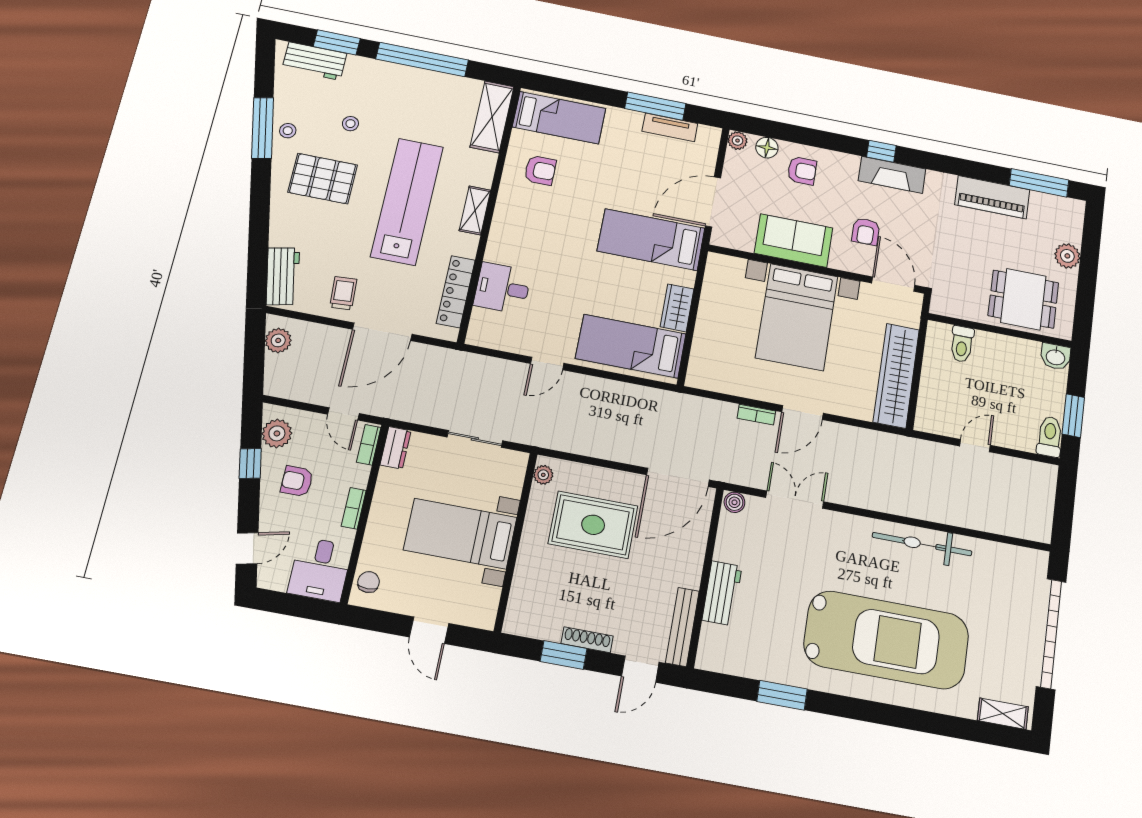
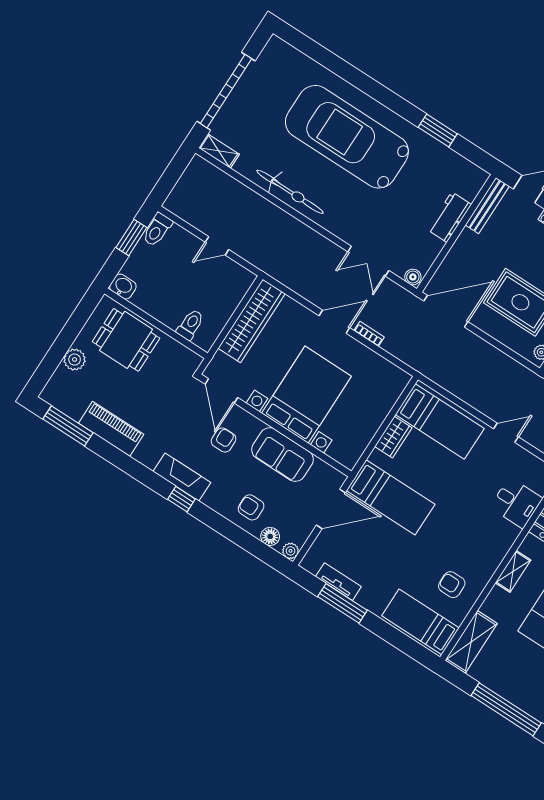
shelving: (1003, 714) -> (219, 151), moved

